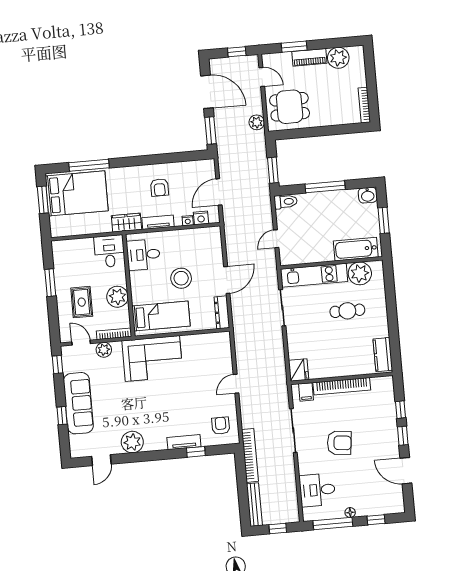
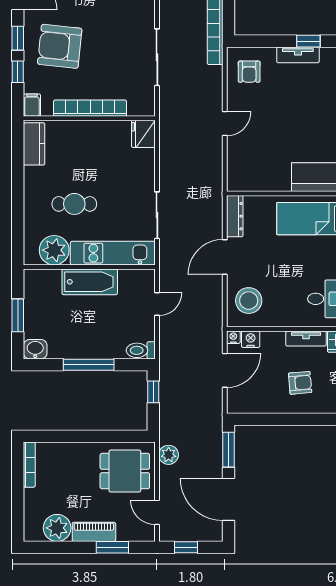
window: (273, 170) -> (153, 392), width x0.67
armchair: (160, 187) -> (300, 383), turned 85
nightstand: (188, 221) -> (233, 337), moved
bathtub: (356, 249) -> (90, 282), moved
stool: (181, 278) -> (249, 301), moved
filing cabinet: (306, 392) -> (32, 105), moved
armchair: (339, 443) -> (60, 46), moved, width x1.36, depth x1.36
window: (196, 452) -> (308, 41), moved

